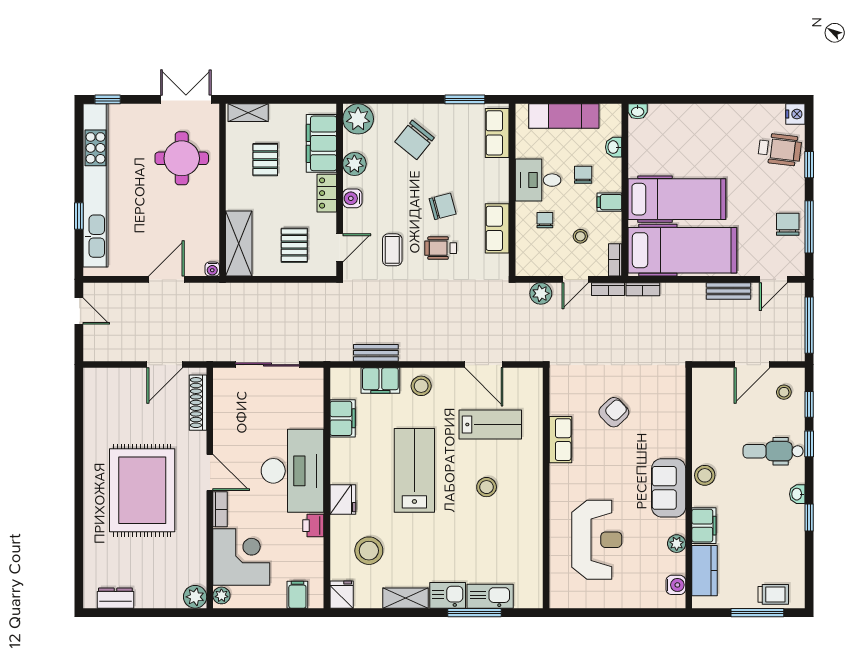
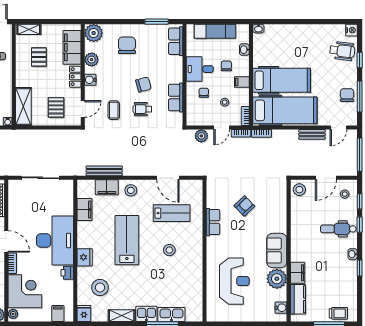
chair: (415, 140) -> (127, 45), turned 141
bench: (376, 353) -> (104, 171), width x1.36
stool: (705, 475) -> (299, 190), moved
plant: (677, 544) -> (277, 279), width x1.87, depth x1.87

